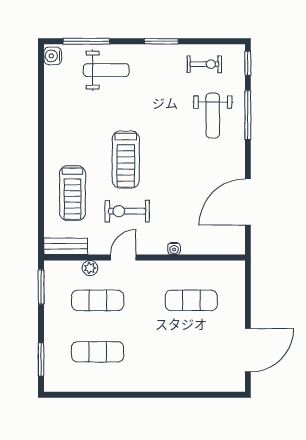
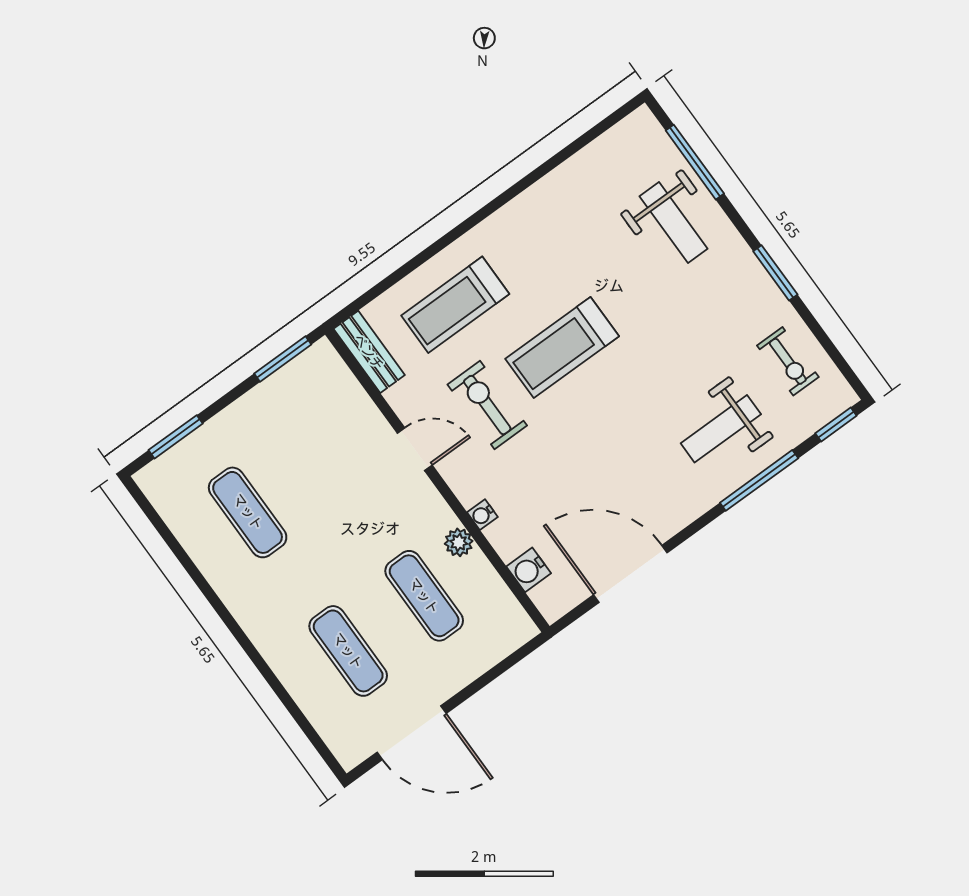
water cooler: (53, 56) -> (529, 570), moved, turned -90
plant: (90, 268) -> (459, 542), moved
exercise mat: (98, 300) -> (348, 651), moved

